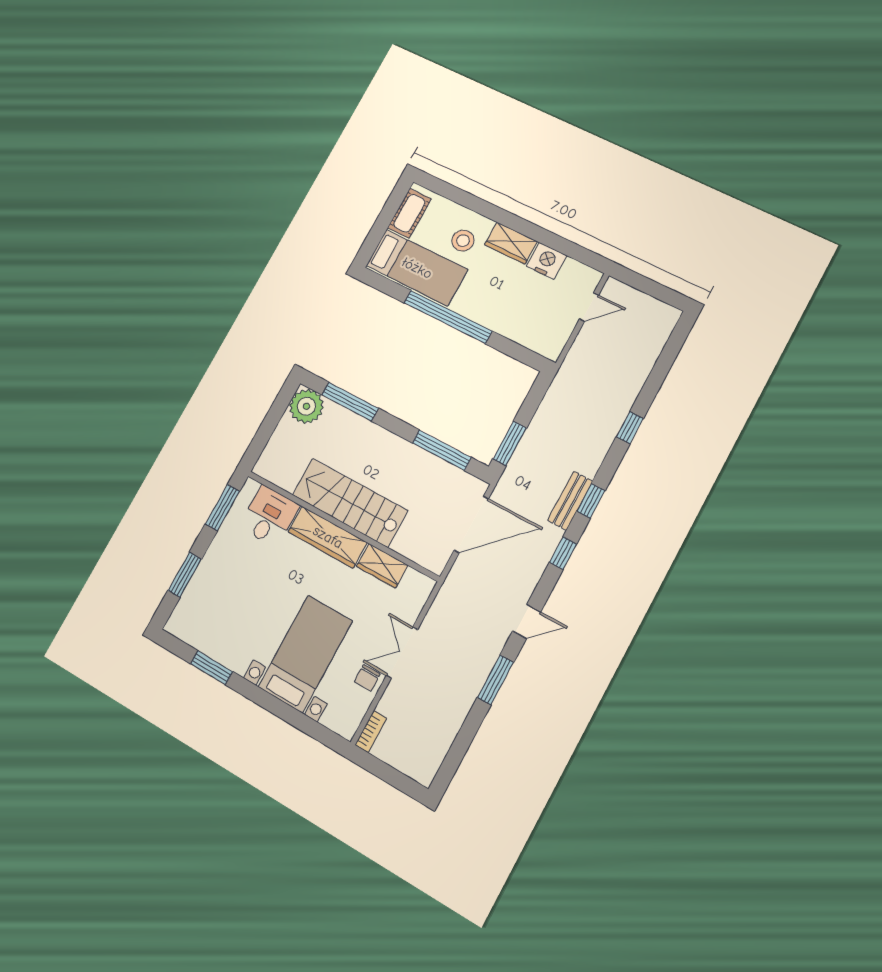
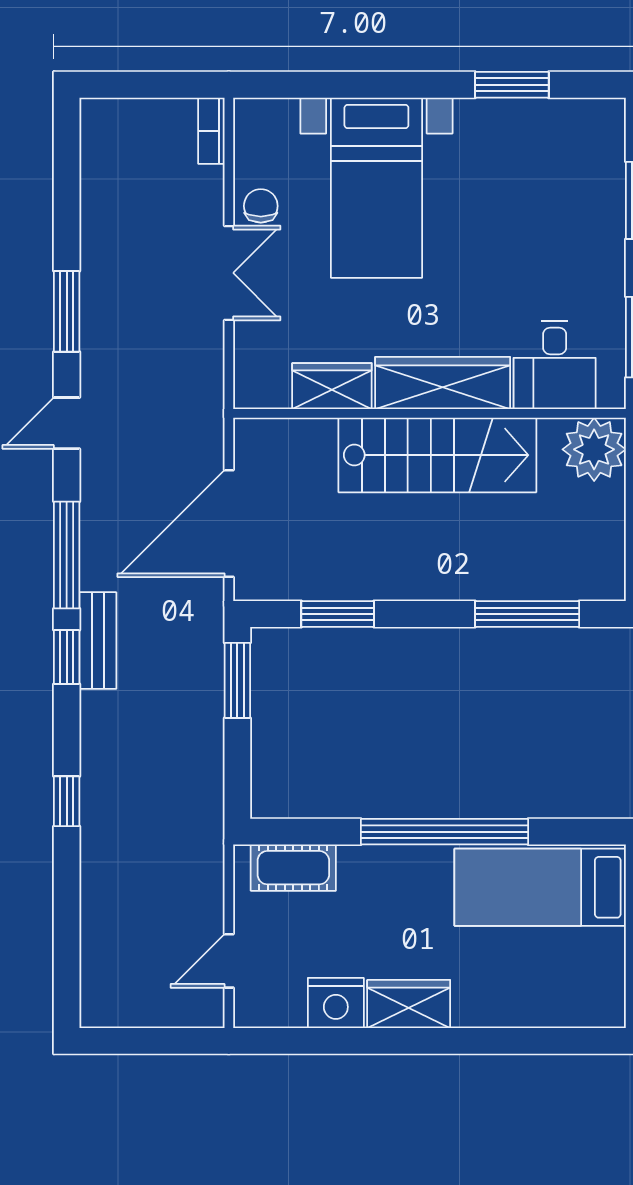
cot: (409, 213) -> (293, 868), moved, turned 90
stool: (463, 241) -> (489, 970), removed
plant: (306, 406) -> (594, 449), moved
window: (442, 450) -> (338, 614), width x0.69
window: (563, 553) -> (67, 555), width x2.17

